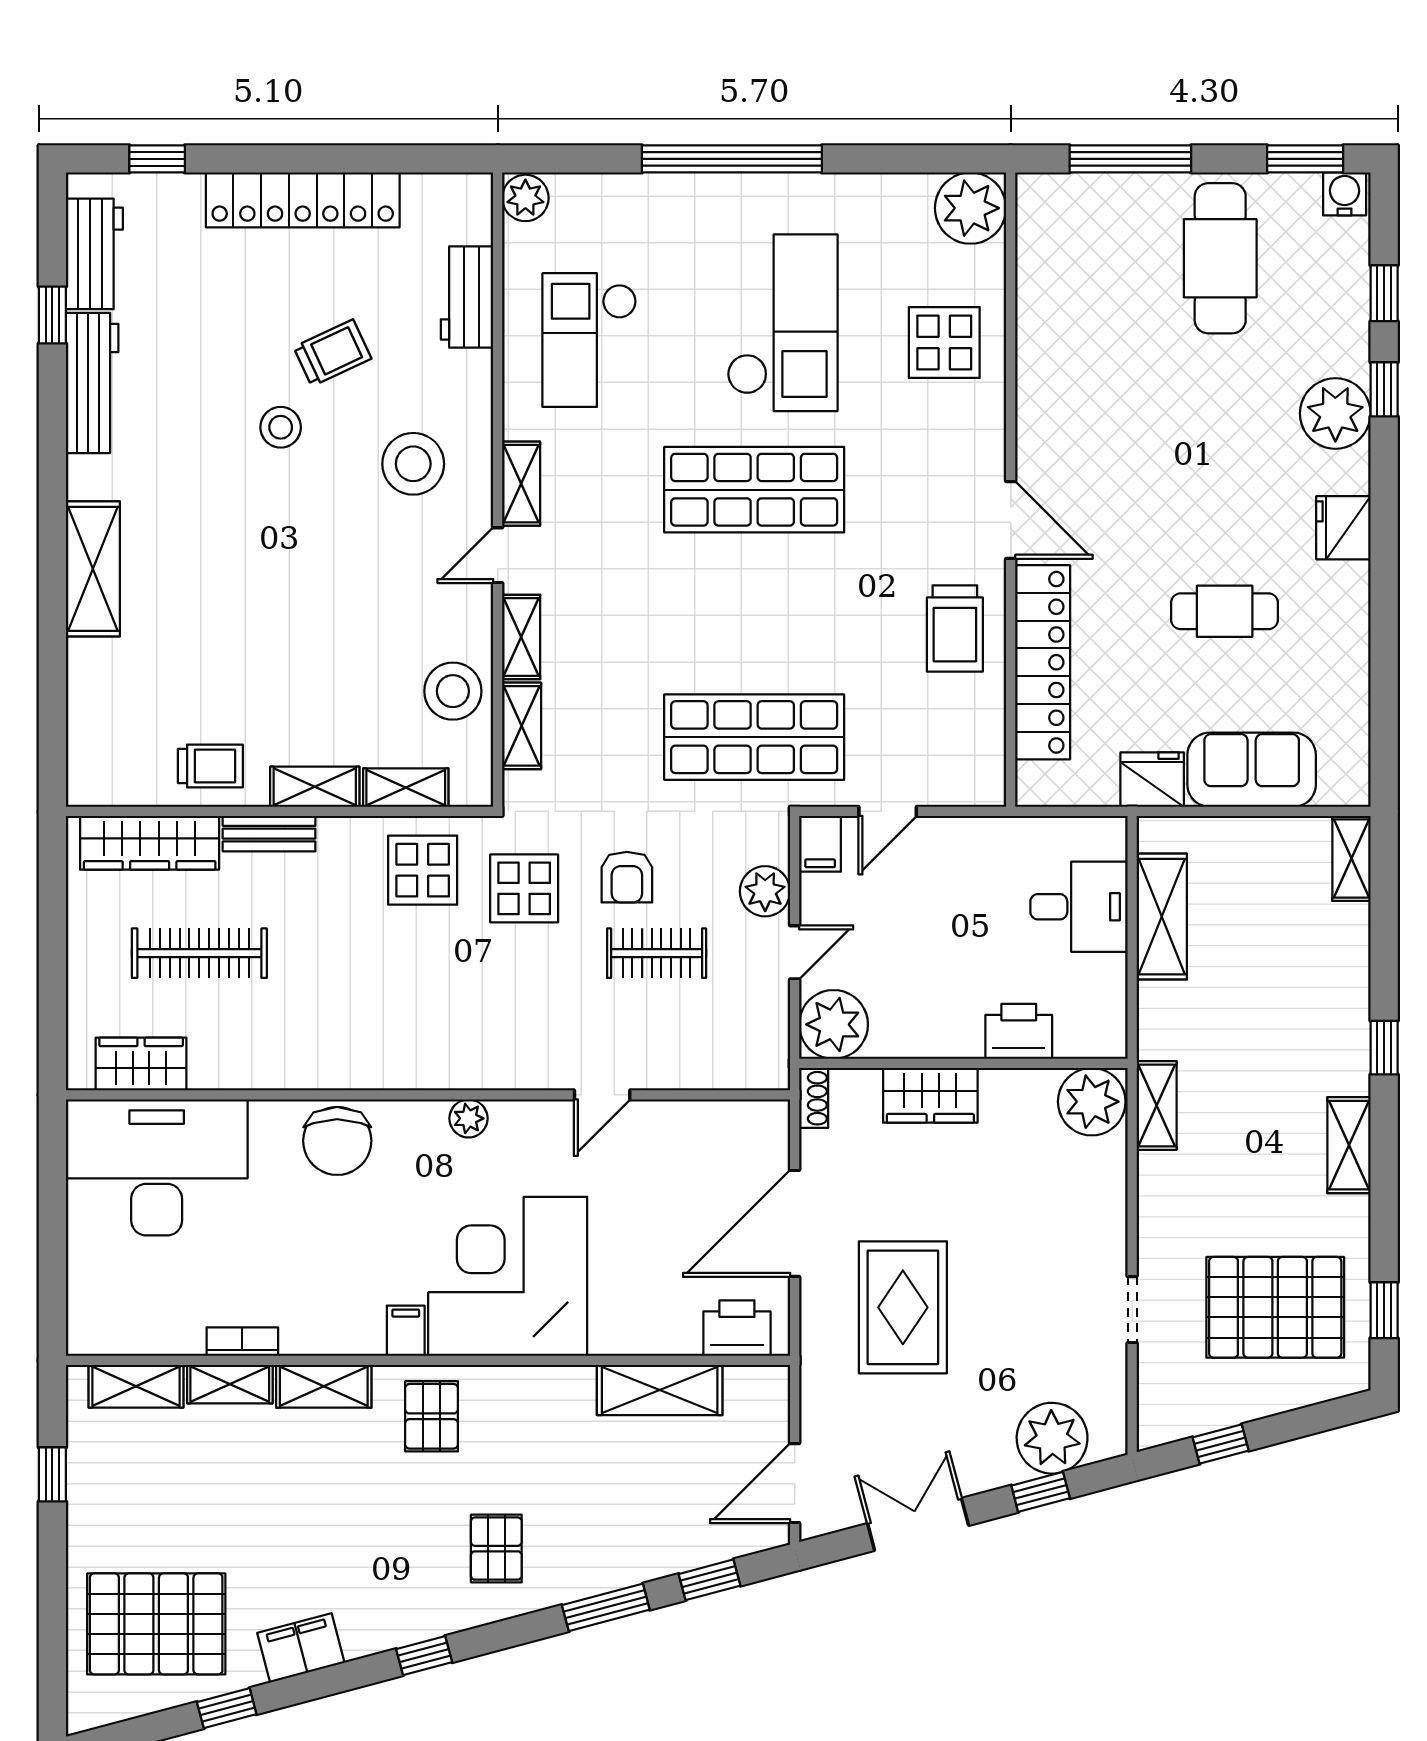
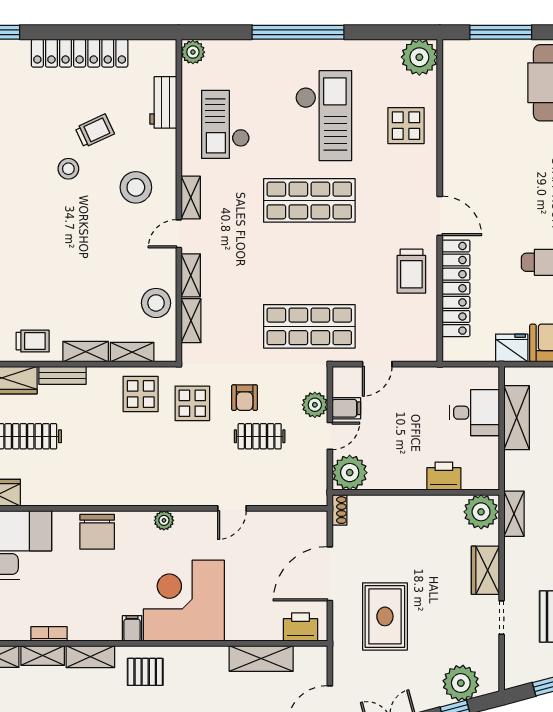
filing cabinet: (820, 844) -> (346, 408), moved, turned -90
wardrobe: (930, 1095) -> (485, 570), moved, turned 90
pallet: (432, 1416) -> (145, 672), turned 90

